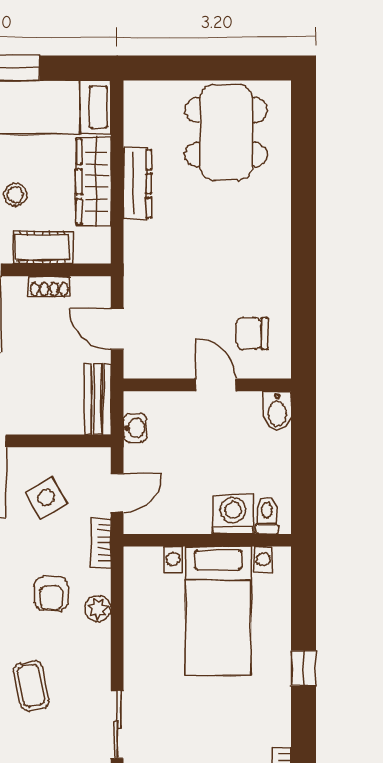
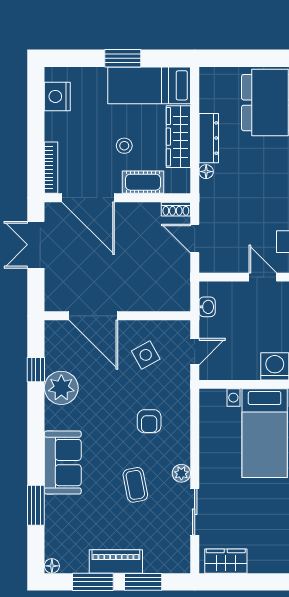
floor lamp: (134, 232) -> (206, 172), added
shoe rack: (49, 286) -> (176, 209), moved
bench: (97, 399) -> (181, 287), removed
bookcase: (101, 543) -> (184, 386), removed
plant: (98, 608) -> (181, 473), moved

